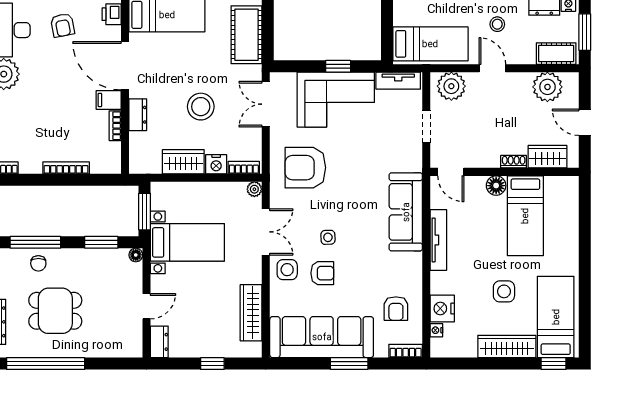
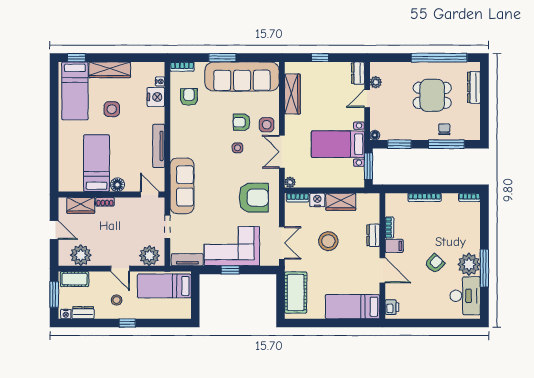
armchair: (63, 25) -> (435, 263), moved, turned 53
door: (125, 66) -> (382, 270), width x0.73
sofa: (406, 212) -> (182, 186), moved
plant: (134, 329) -> (376, 82), added

